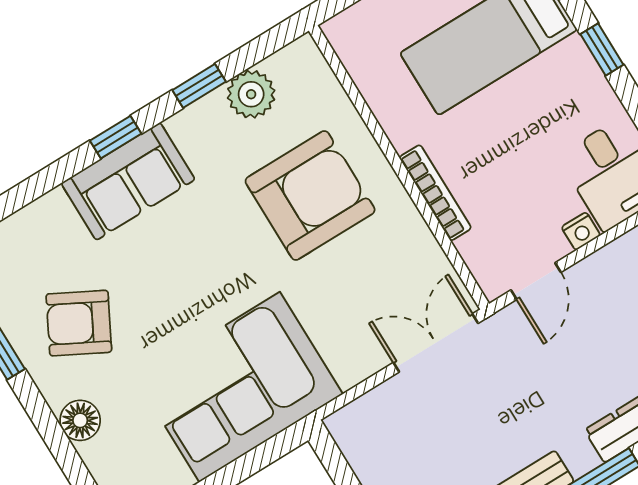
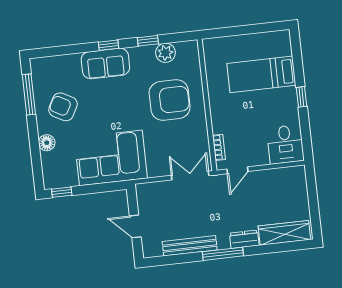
bookcase: (435, 193) -> (219, 147), moved, width x0.64
nightstand: (581, 231) -> (263, 160), removed

